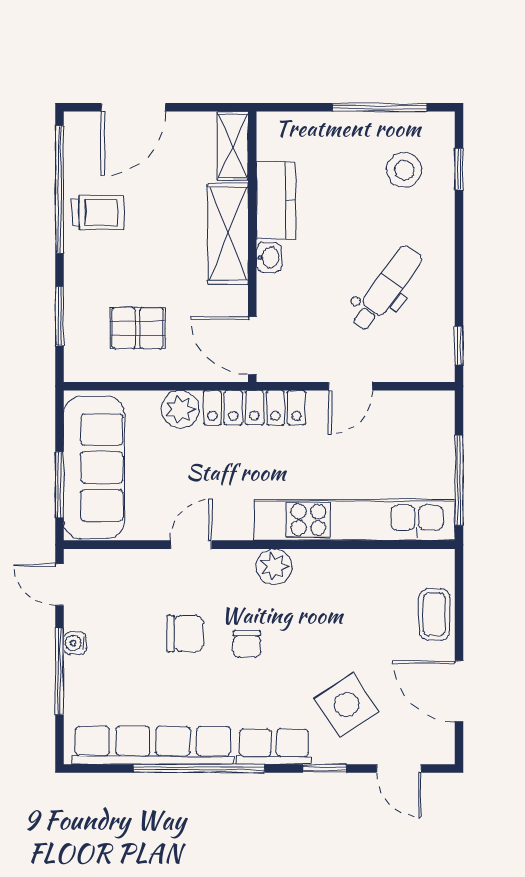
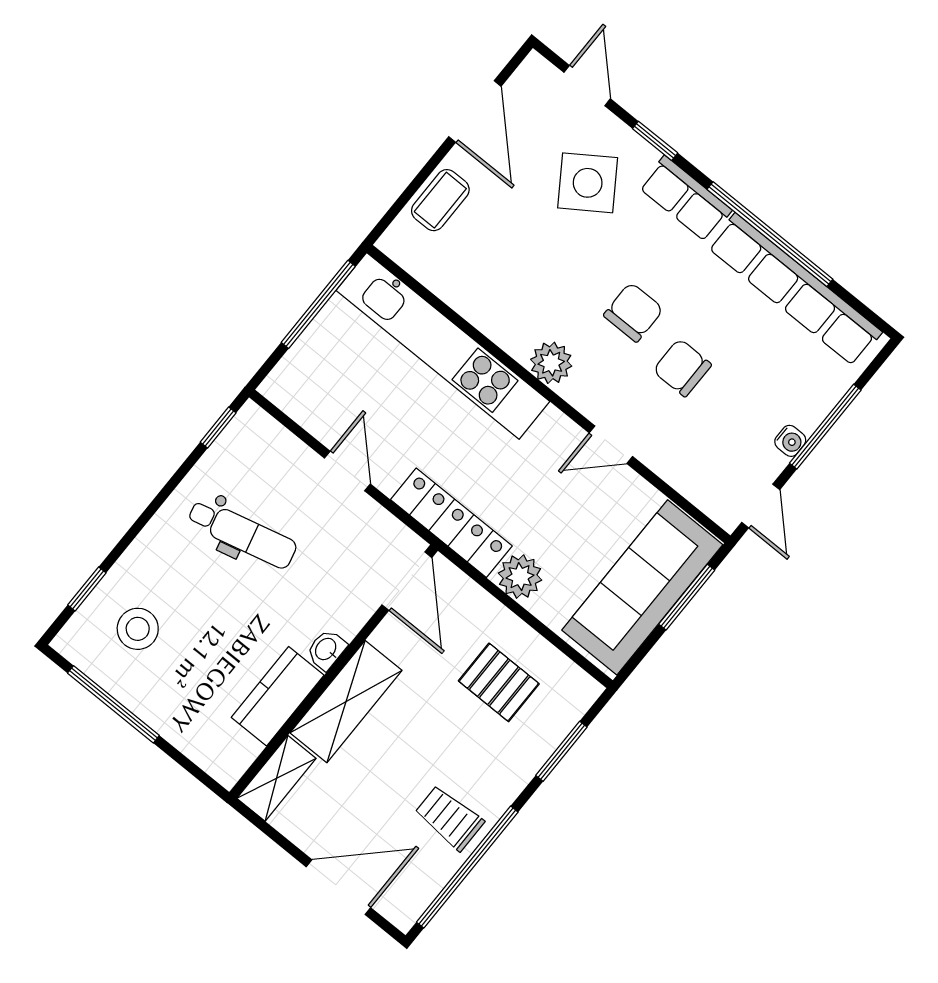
dental chair: (386, 289) -> (242, 534), turned -140
door: (351, 386) -> (347, 471), hinge flipped
chair: (247, 644) -> (633, 312), width x1.37, depth x1.37

